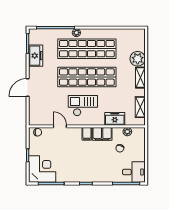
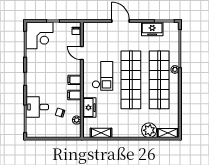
shelving: (140, 78) -> (168, 133), moved
door: (60, 126) -> (82, 53), swing flipped
filing cabinet: (102, 134) -> (74, 95), width x0.50
desk: (134, 172) -> (37, 107), moved, turned 90

